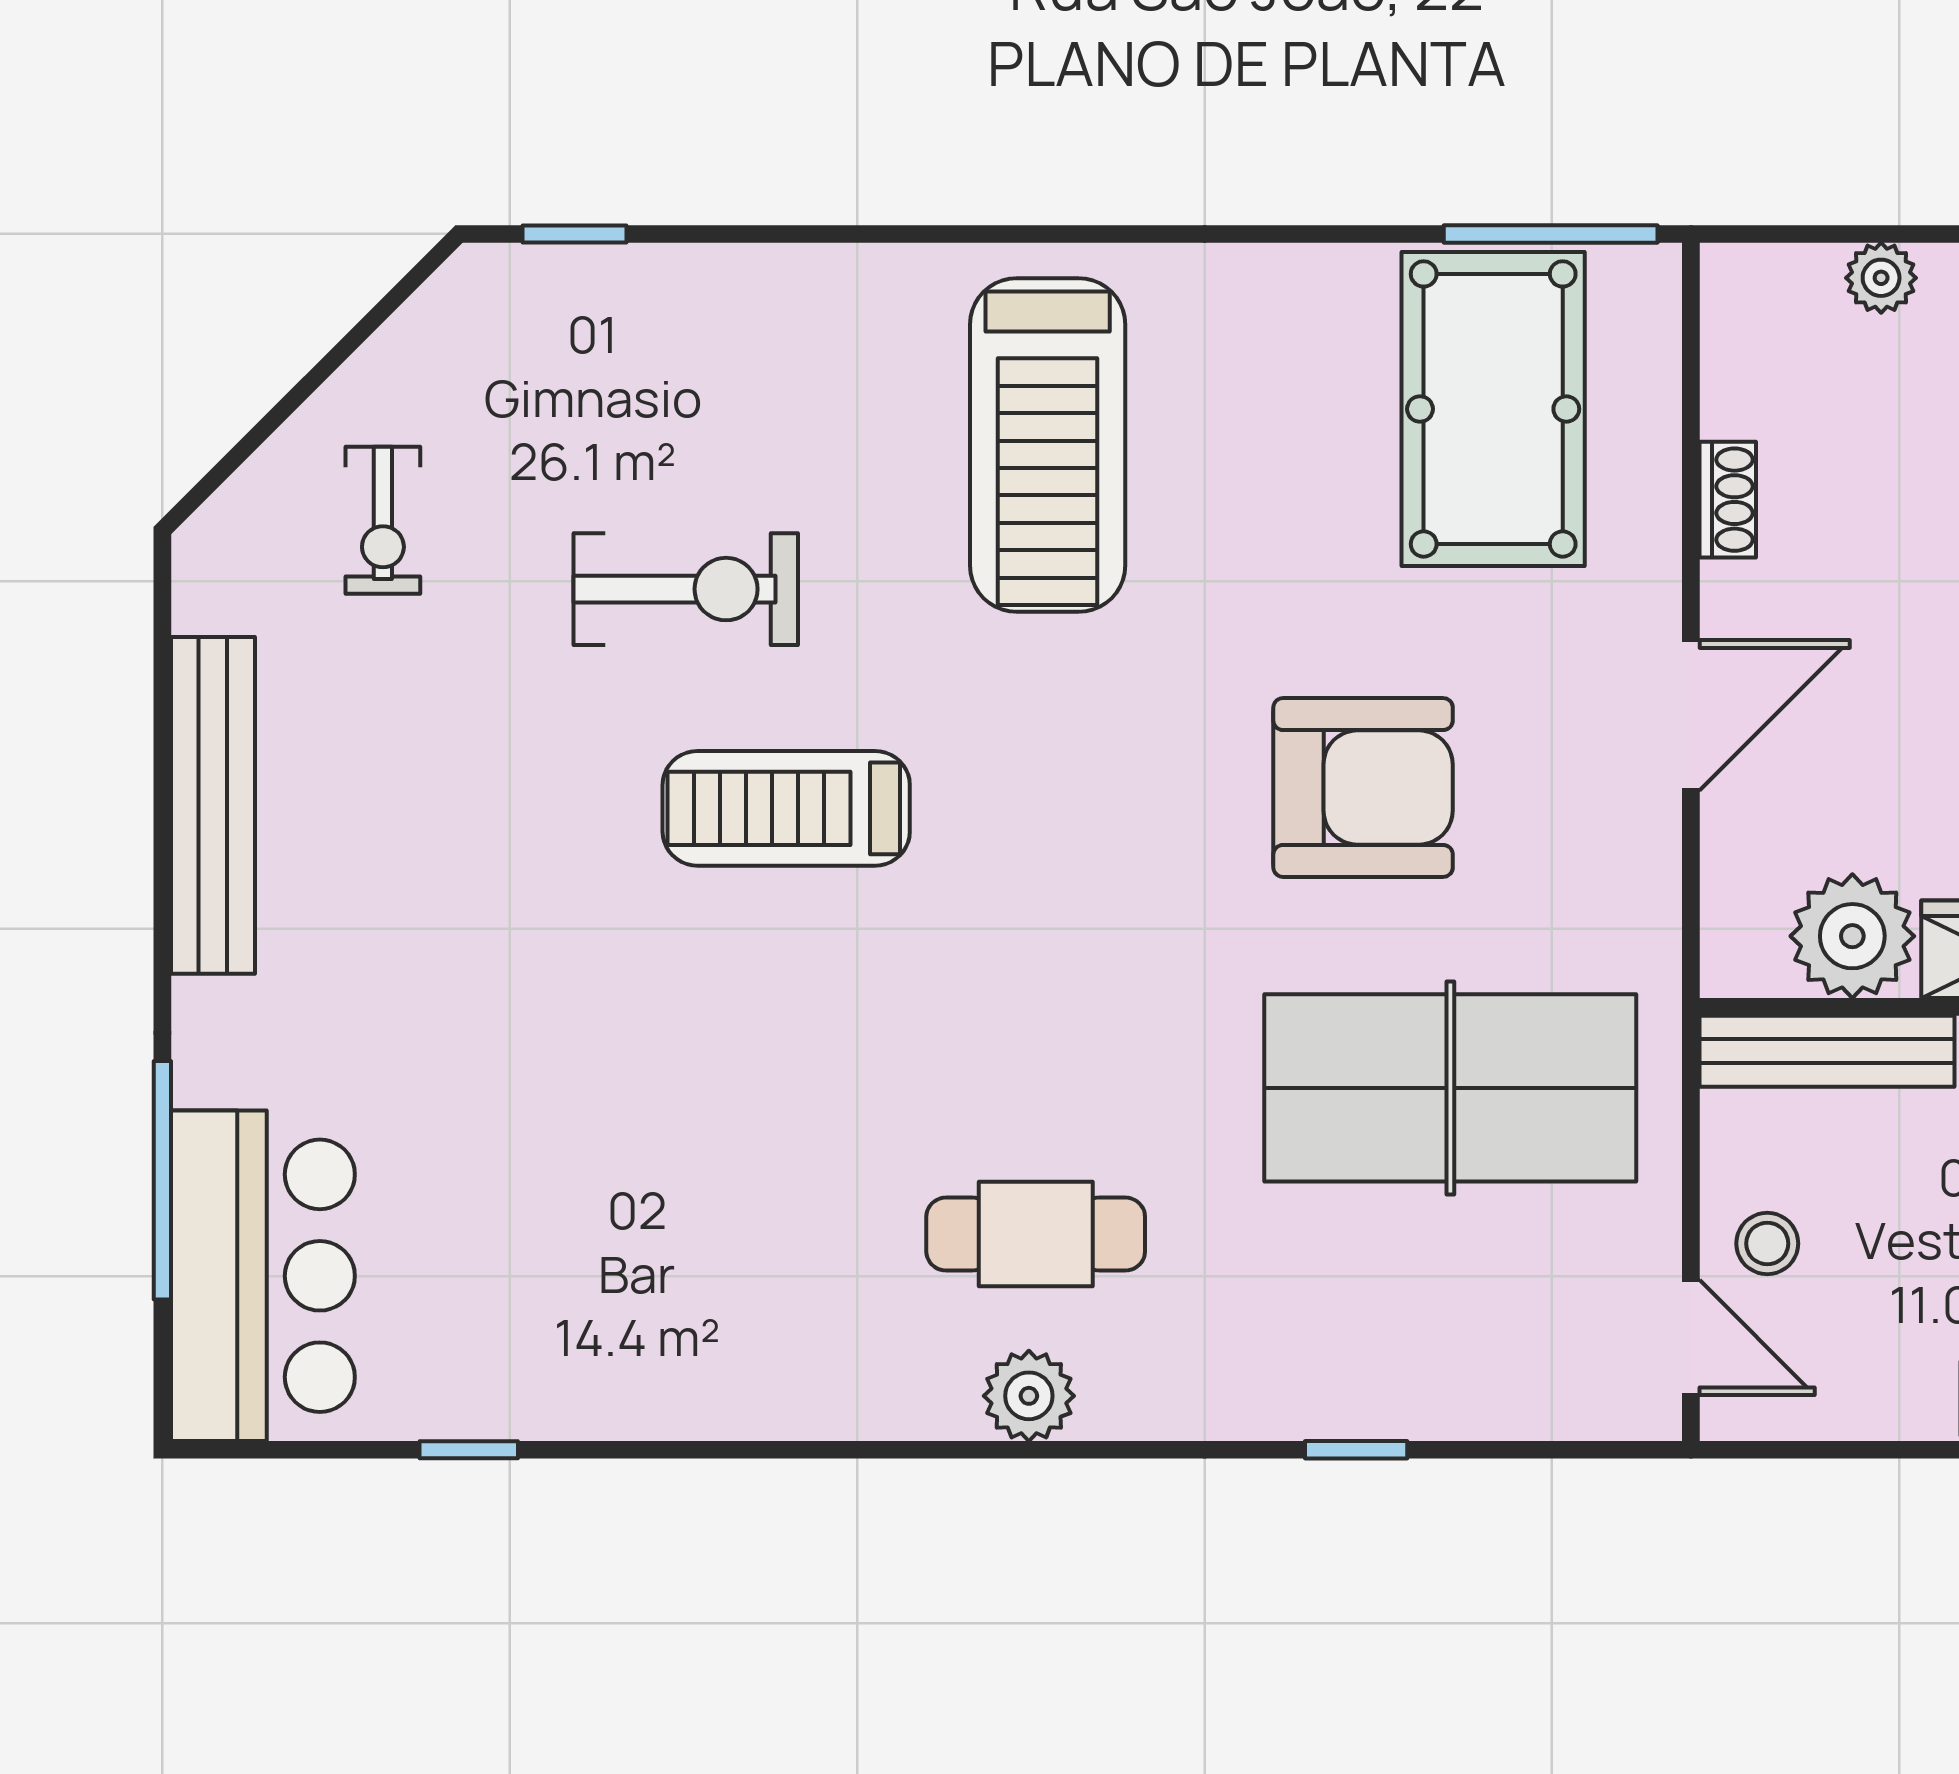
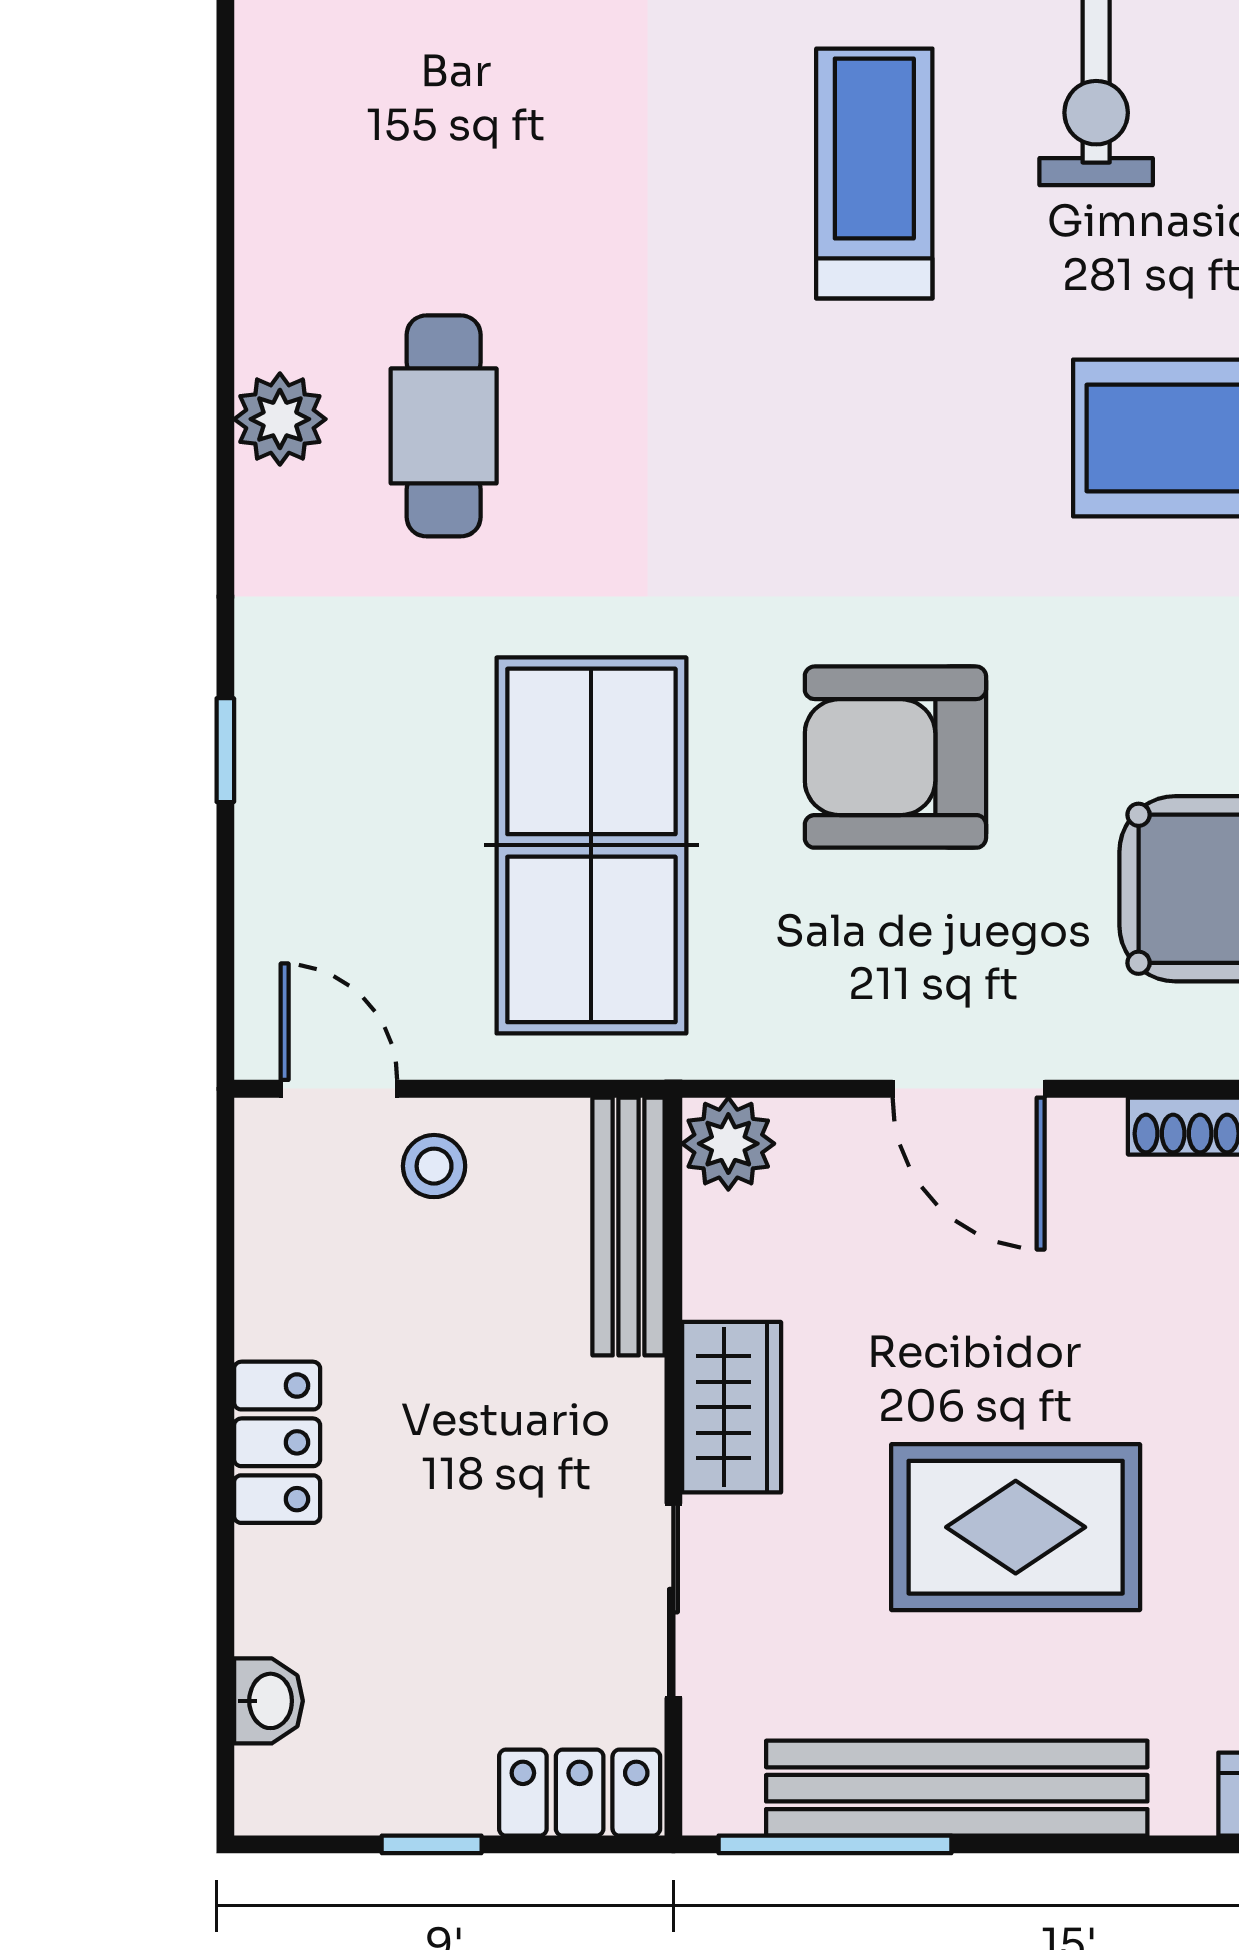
armchair: (1363, 787) -> (895, 757), turned 90
plant: (1852, 936) -> (728, 1144), moved, width x0.73, depth x0.73
door: (1691, 1337) -> (339, 1089), swing flipped

